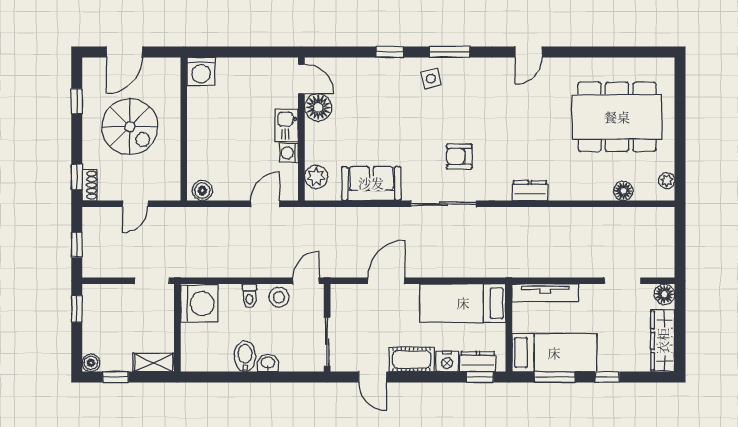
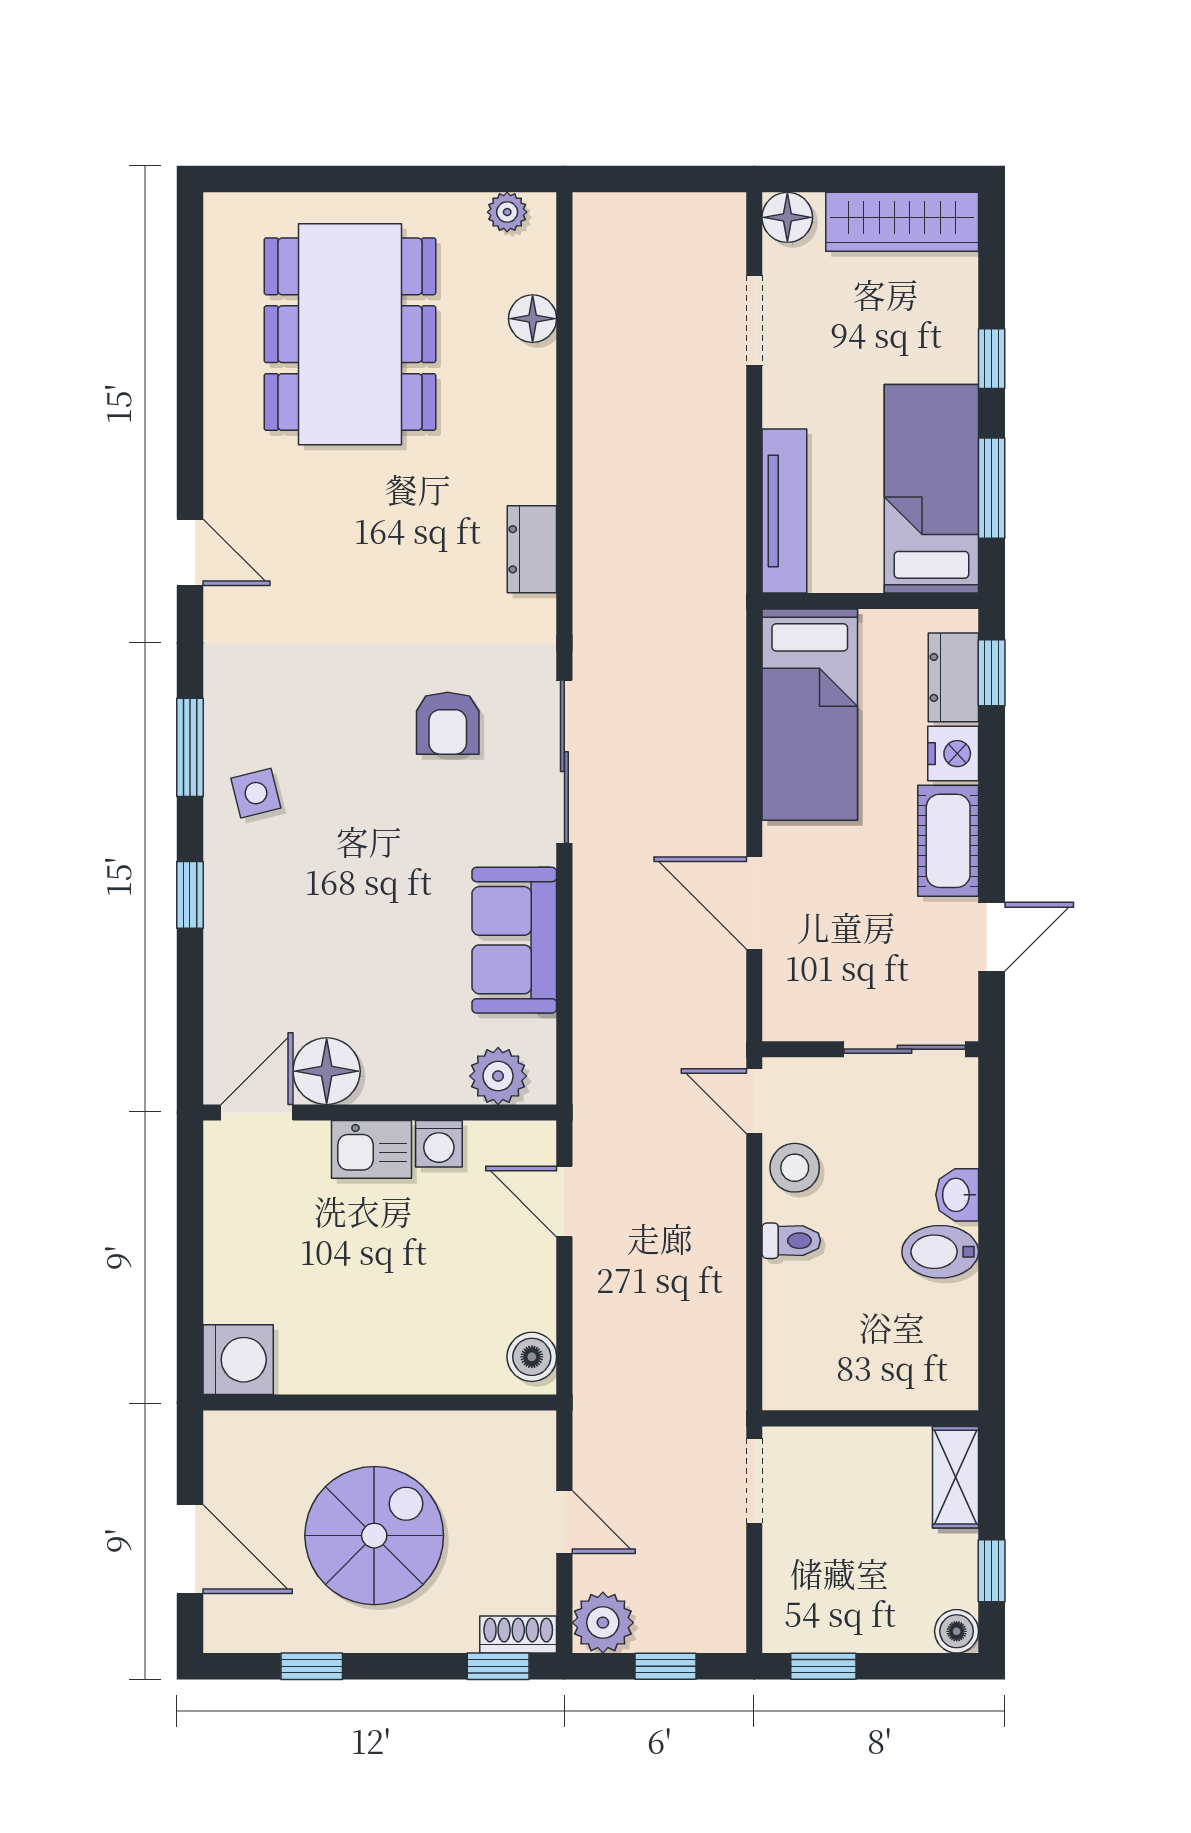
plant: (95, 219) -> (603, 1623), added
washing machine: (199, 304) -> (810, 1365), removed

